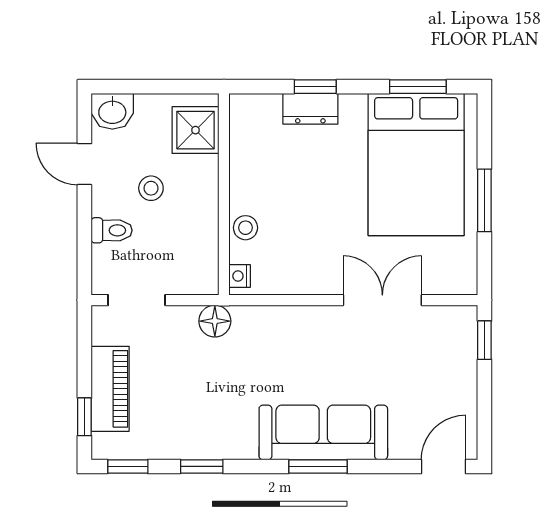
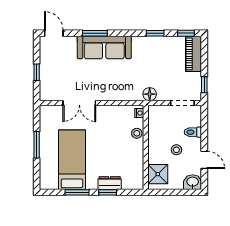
window: (418, 87) -> (77, 192), moved
bed: (416, 164) -> (72, 160), width x0.67
window: (484, 340) -> (37, 72), moved
piano: (110, 389) -> (194, 54), moved
window: (84, 417) -> (204, 85), moved
window: (318, 466) -> (95, 33), moved
door: (443, 466) -> (54, 33), swing flipped

